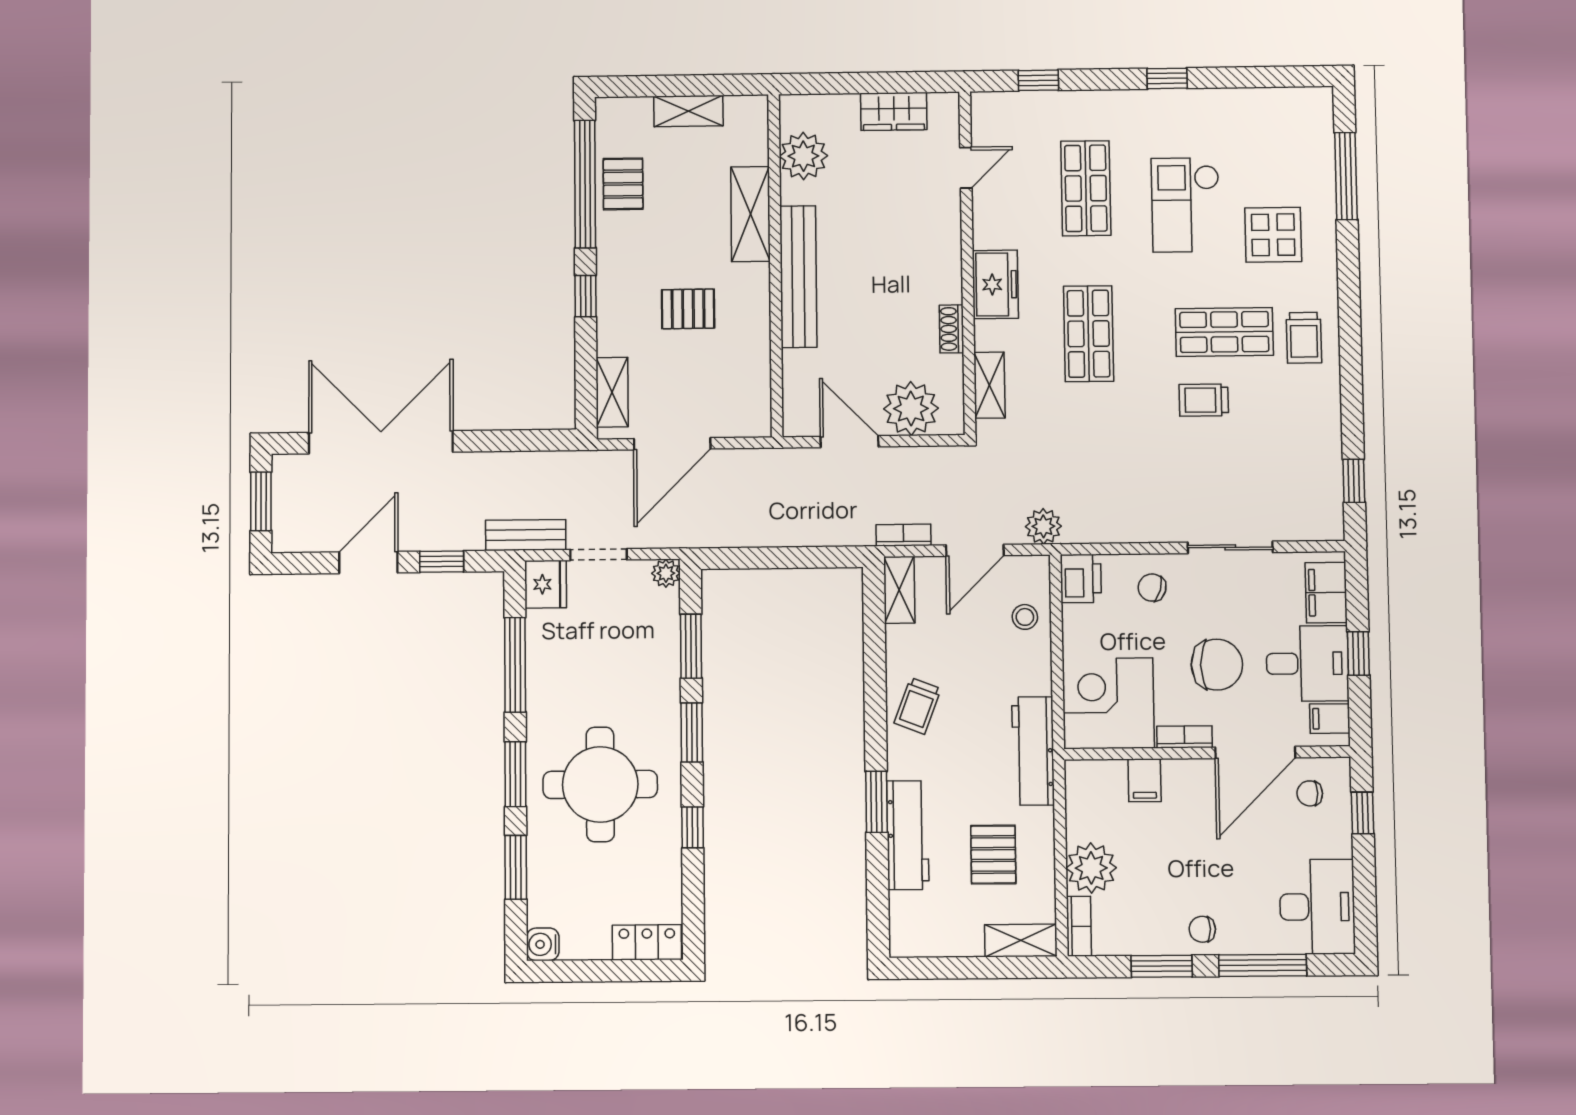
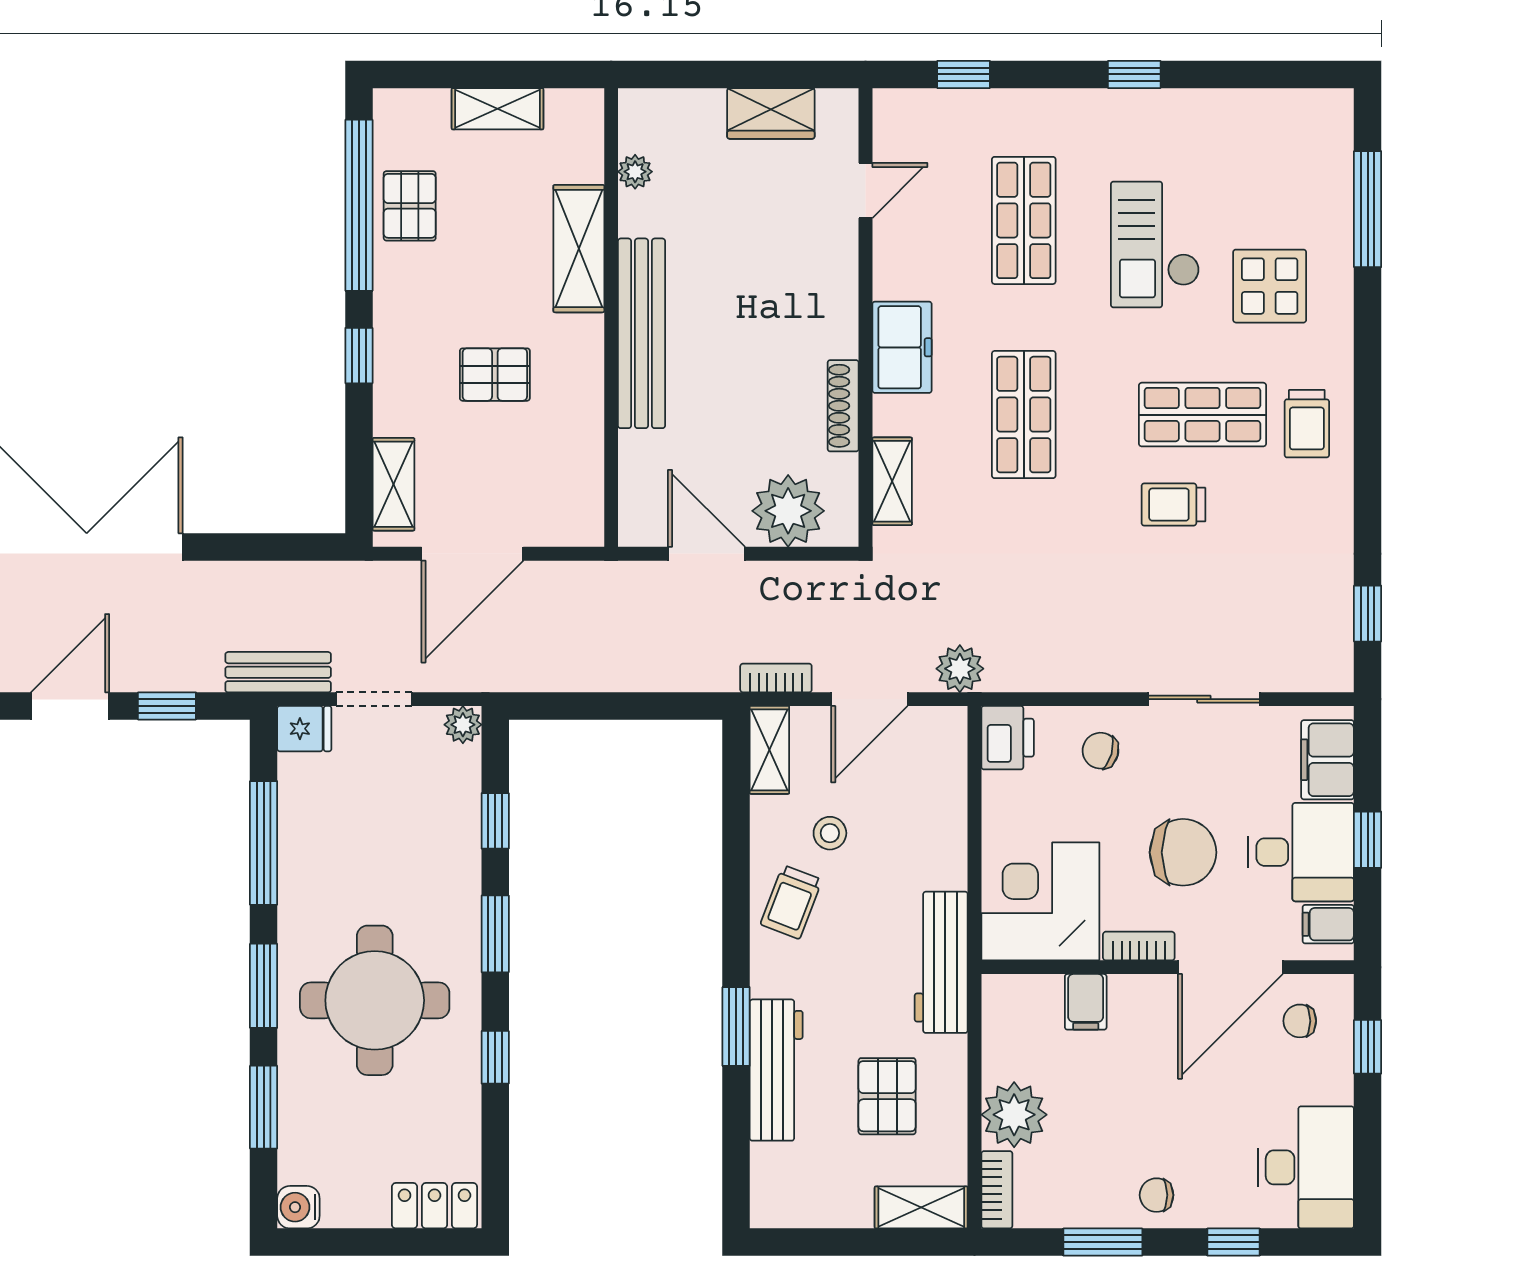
plant: (803, 156) -> (635, 172), width x0.53, depth x0.53
shoe rack: (951, 329) -> (843, 406), width x1.43
fridge: (546, 584) -> (304, 729), width x0.72
stool: (1025, 617) -> (830, 833), moved
window: (691, 646) -> (495, 821), width x0.67
window: (1263, 965) -> (1233, 1242), width x0.46

